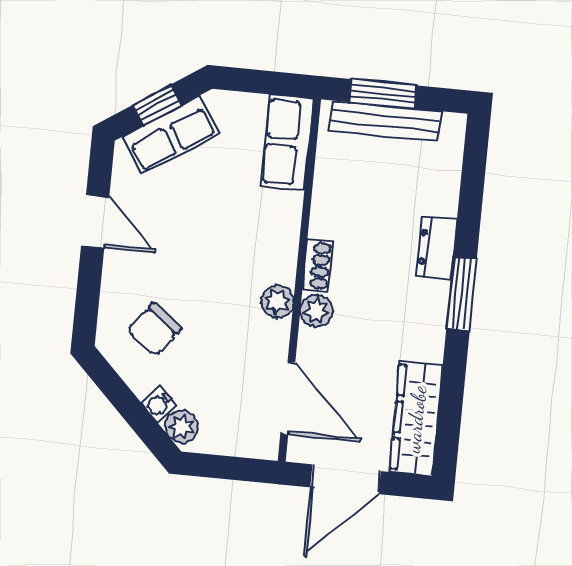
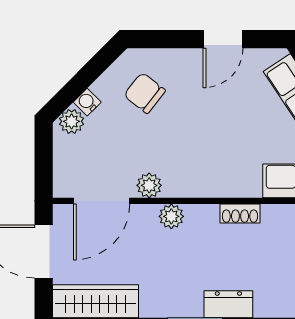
shoe rack: (317, 266) -> (240, 214), moved
plant: (277, 301) -> (149, 185), moved

